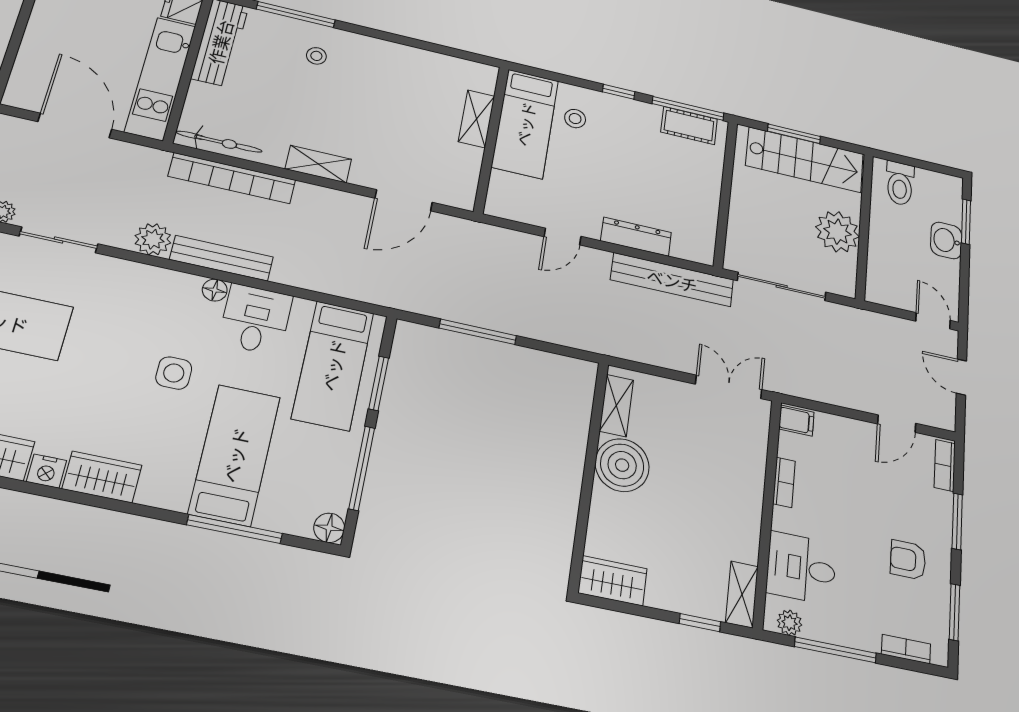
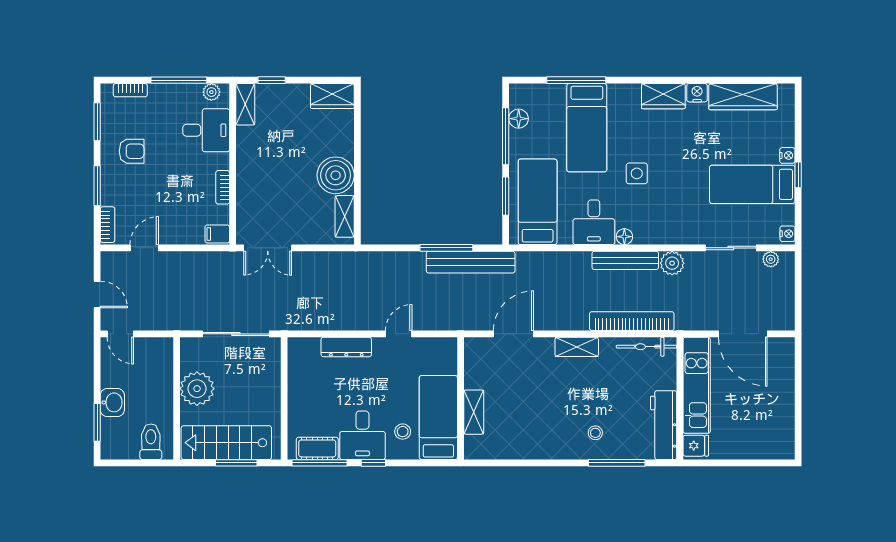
desk: (628, 127) -> (362, 435), added
bench: (672, 280) -> (471, 262), moved
floor lamp: (329, 528) -> (519, 119), moved

